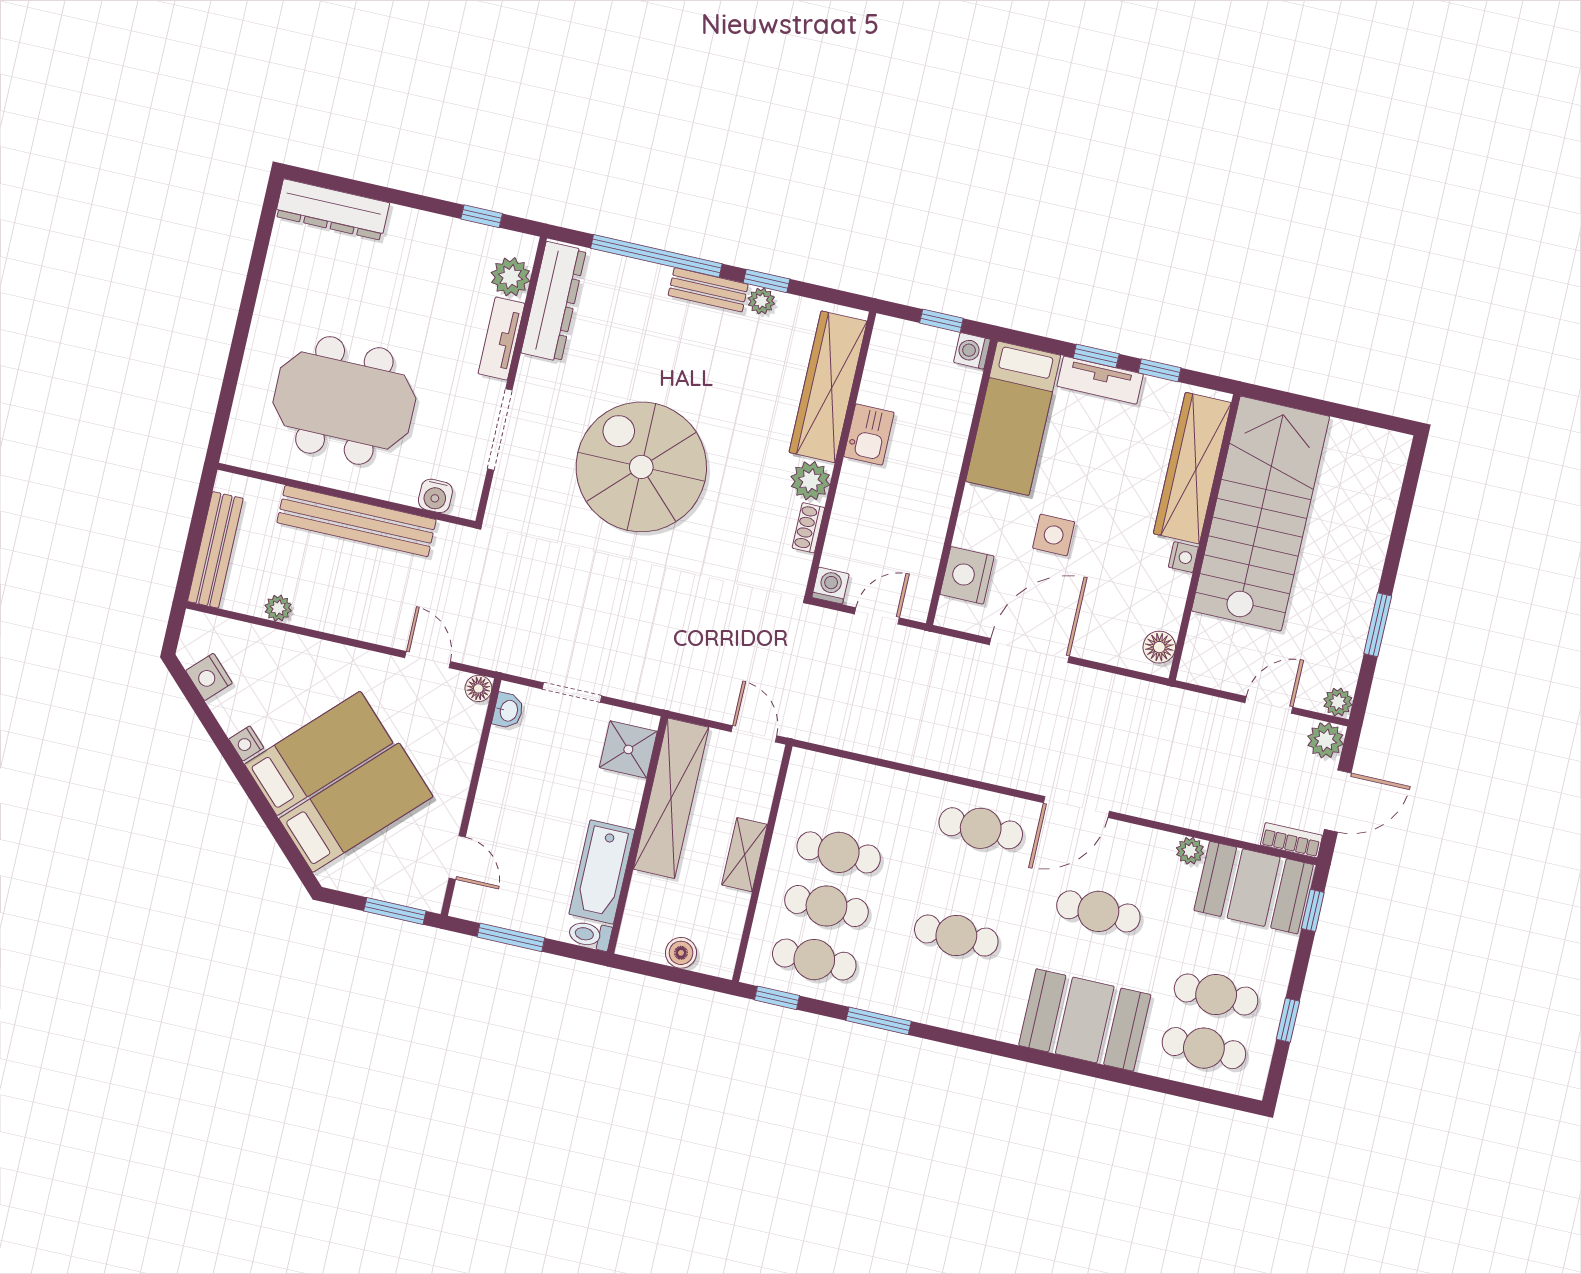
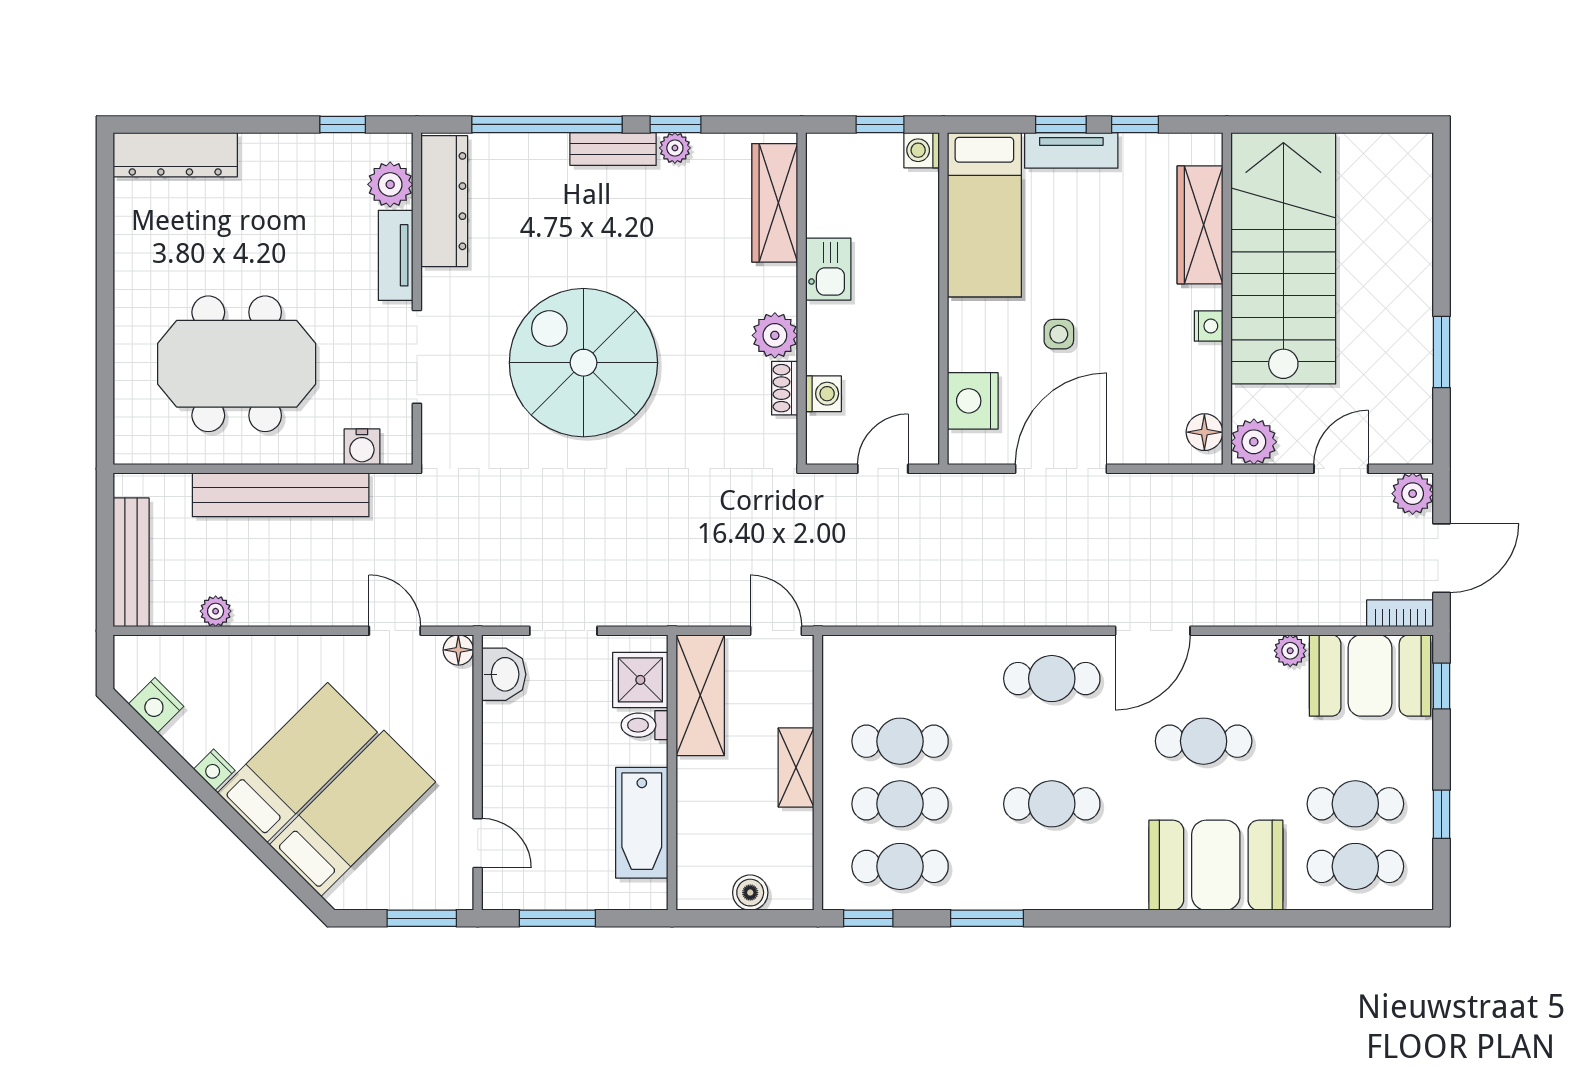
wardrobe: (828, 387) -> (775, 203), width x0.71, depth x0.85
wardrobe: (1192, 468) -> (1200, 225), width x0.71, depth x0.85
side table: (1054, 535) -> (1059, 334), width x0.73, depth x0.73
washing machine: (830, 586) -> (824, 394), moved, turned 90
plant: (1338, 702) -> (1254, 442), moved, width x1.38, depth x1.38
washbasin: (508, 711) -> (504, 674), width x1.38, depth x1.45
shelving: (671, 798) -> (700, 695), width x0.68
toilet: (590, 935) -> (645, 725), moved

